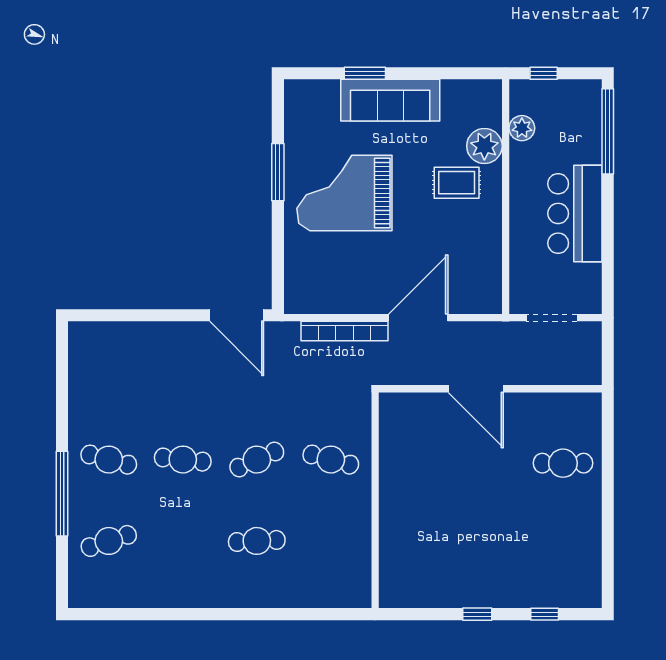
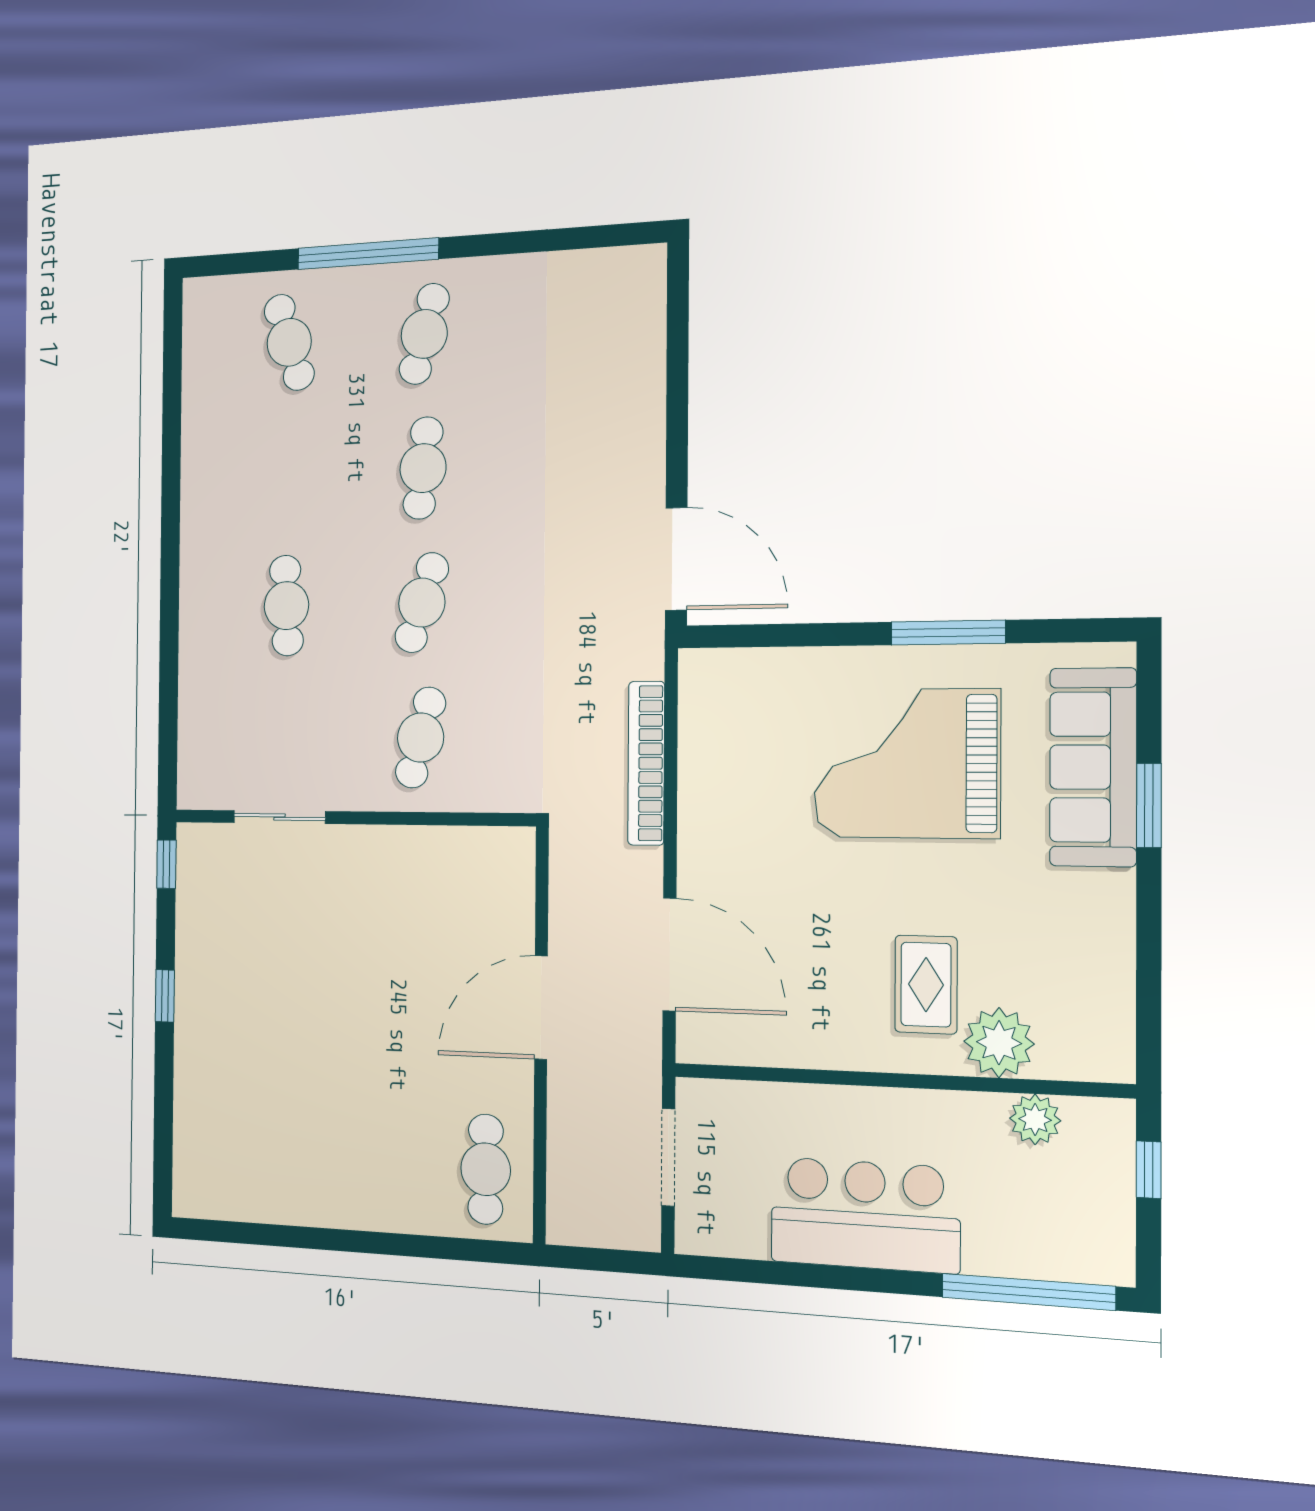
sofa: (390, 100) -> (1093, 767), moved
grand piano: (344, 193) -> (906, 763), turned -90
door: (237, 315) -> (676, 559), swing flipped
door: (418, 318) -> (670, 954), moved
cafe table: (257, 460) -> (422, 603), turned 42
cafe table: (563, 463) -> (486, 1169), moved
sliding door: (375, 544) -> (279, 817), added
window: (545, 614) -> (166, 864), moved

